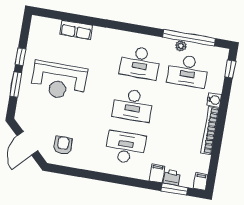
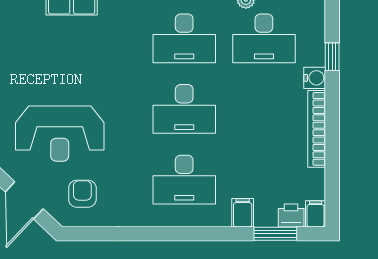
window: (230, 69) -> (332, 57), moved
reception desk: (59, 81) -> (60, 134), moved
desk: (125, 147) -> (184, 180), turned 180
printer: (172, 178) -> (291, 215), moved

